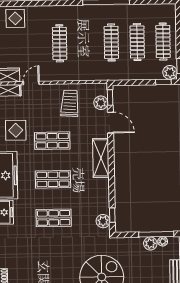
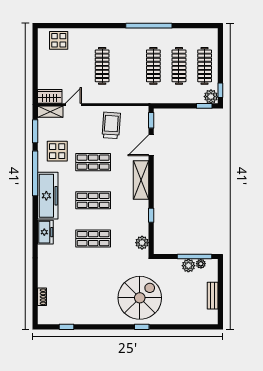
plant: (101, 103) -> (142, 125), removed
door: (111, 123) -> (151, 145), swing flipped
window: (112, 215) -> (151, 215), moved

